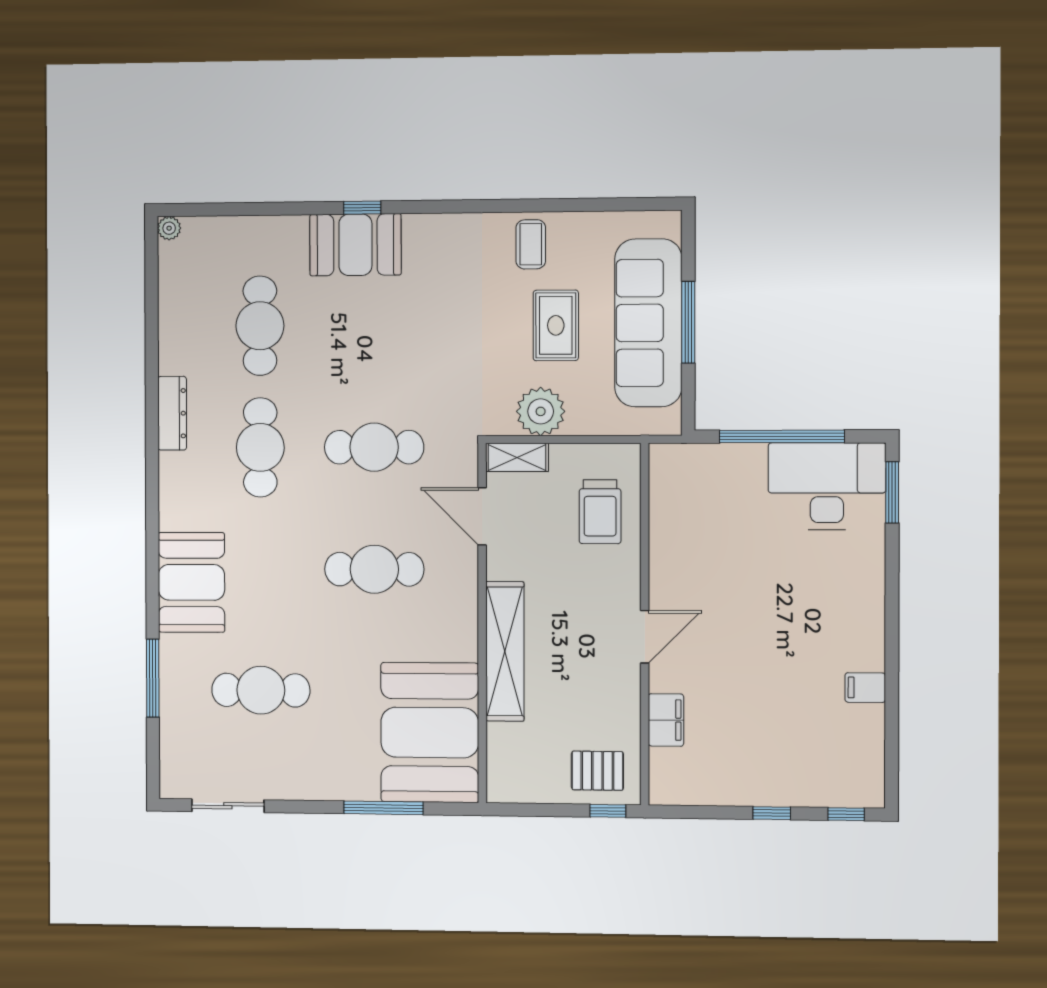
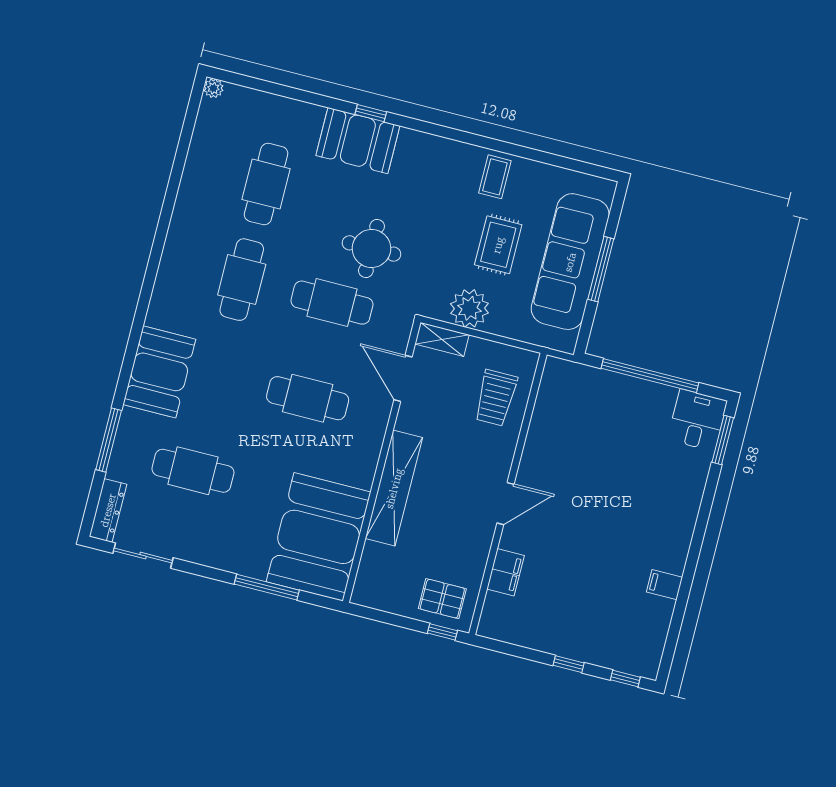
round table: (405, 370) -> (371, 248), added
dresser: (172, 413) -> (108, 510), moved
desk: (827, 486) -> (697, 420), width x0.53, depth x0.77

